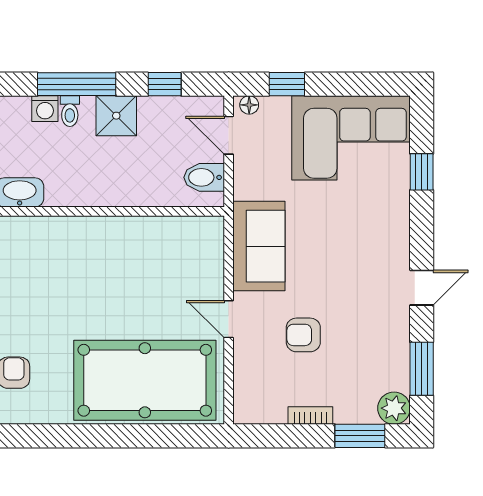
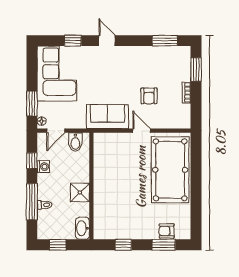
window: (287, 84) -> (32, 104), width x1.50
washing machine: (45, 109) -> (43, 167), moved
shower: (116, 116) -> (80, 192), moved
door: (422, 288) -> (107, 41), moved
door: (229, 319) -> (142, 131), swing flipped
plant: (394, 408) -> (183, 54), removed

